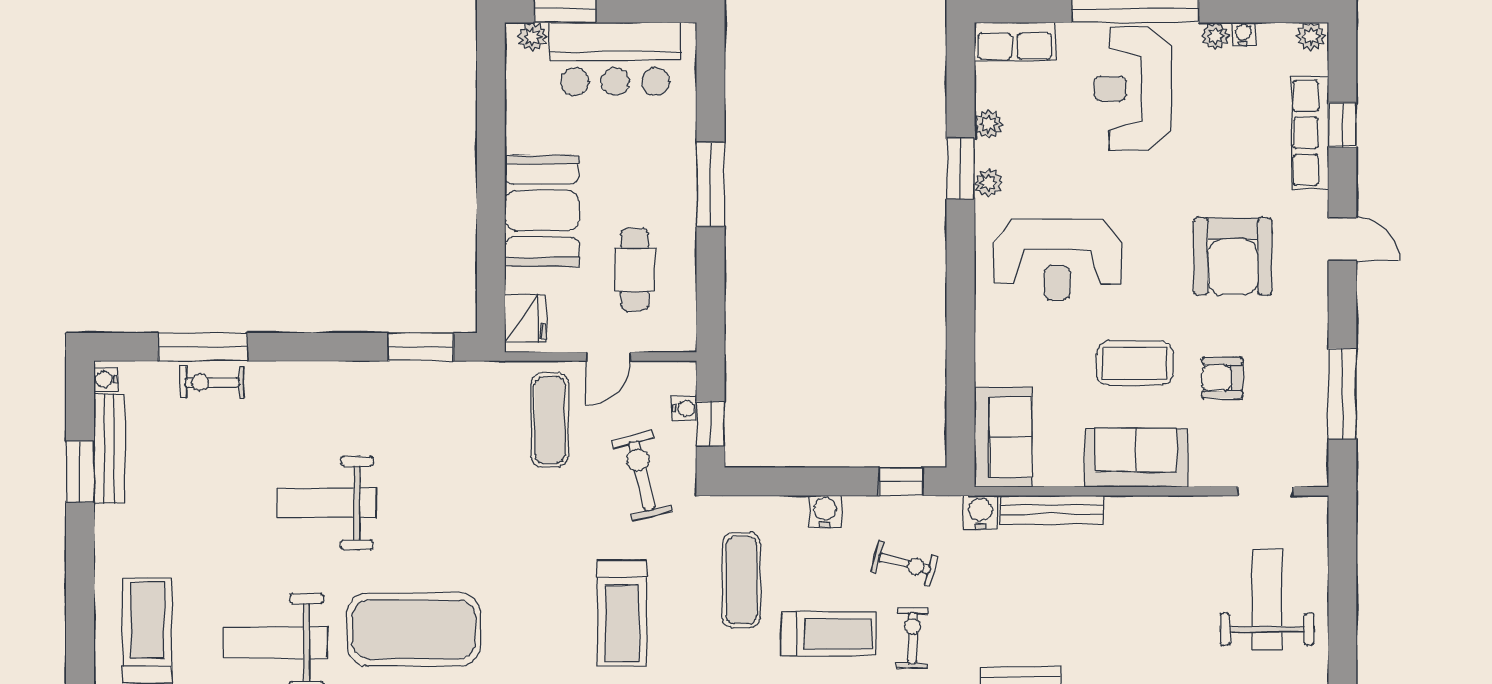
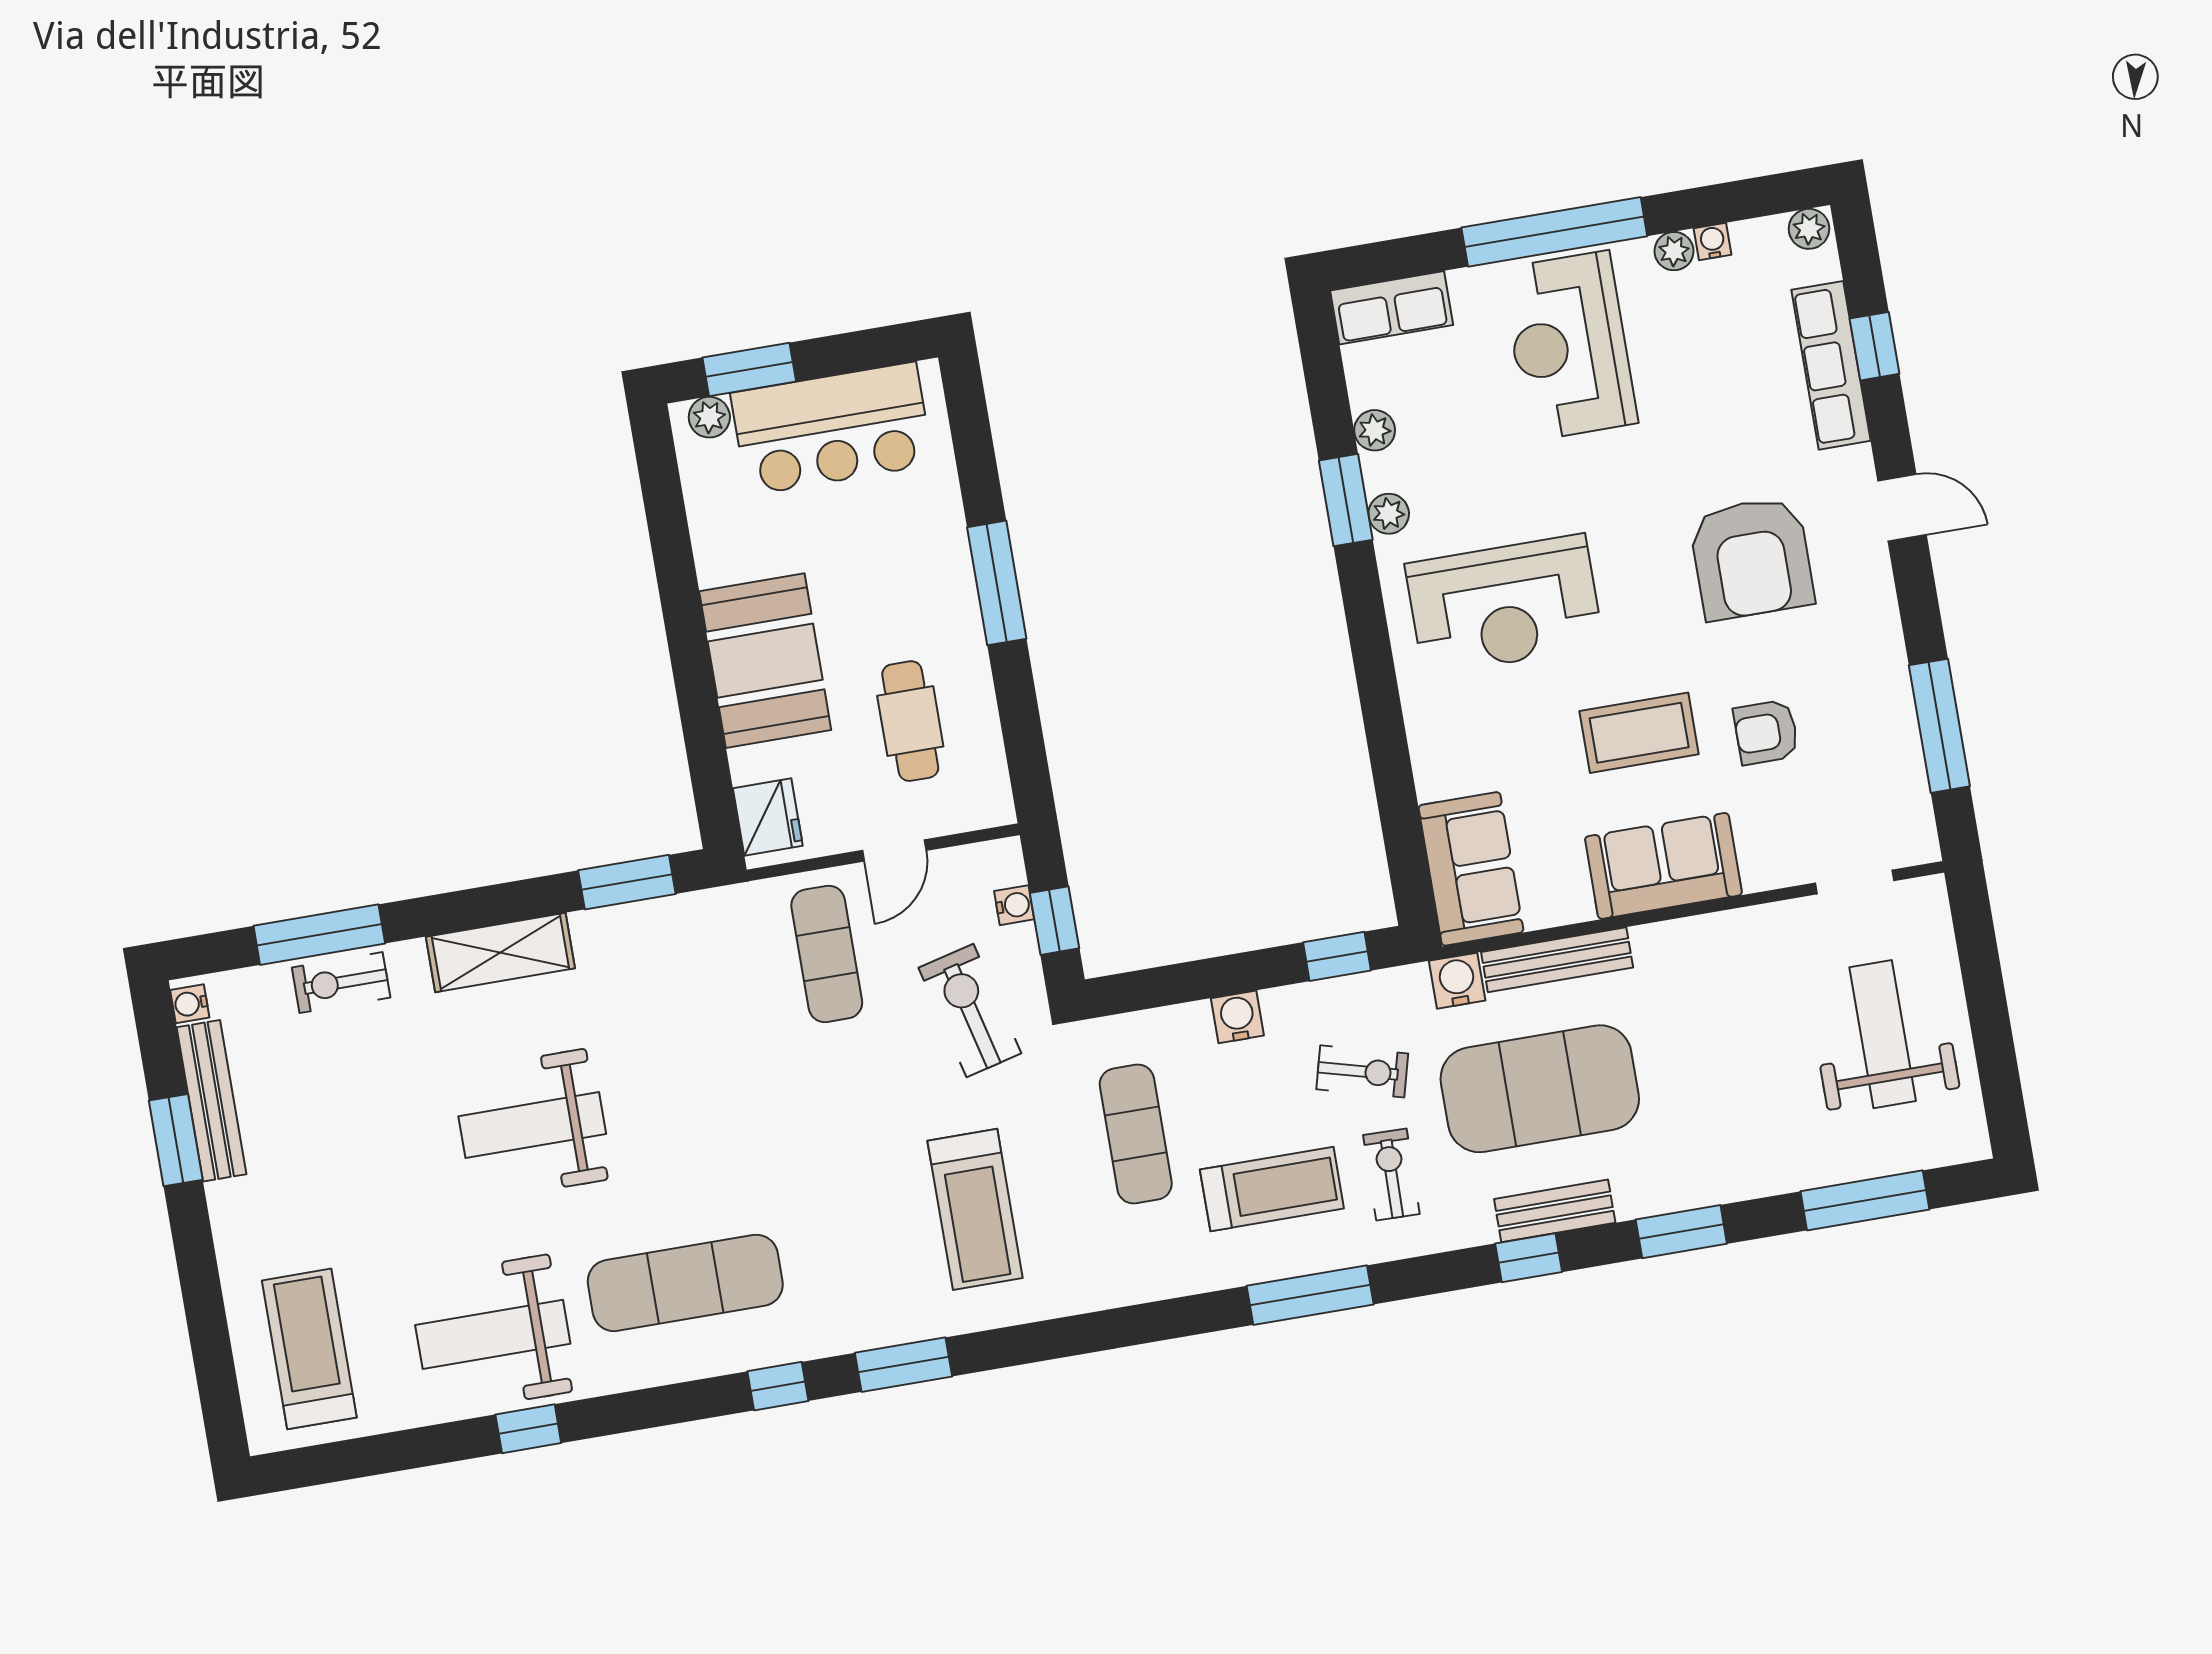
shelving: (325, 380) -> (500, 952), added
exercise mat: (1025, 596) -> (1540, 1089), added
exercise mat: (414, 630) -> (685, 1283), width x0.68

